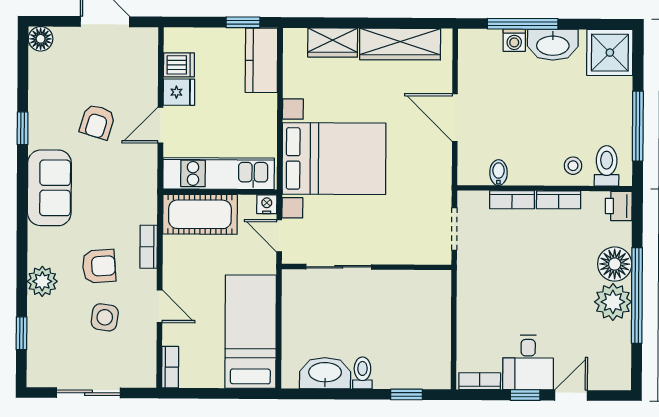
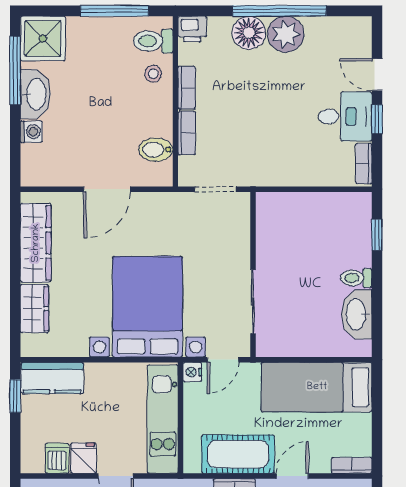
window: (523, 24) -> (15, 71), moved
bidet: (499, 173) -> (156, 150), width x1.38, depth x1.36
cot: (200, 214) -> (238, 454), moved, turned 90

